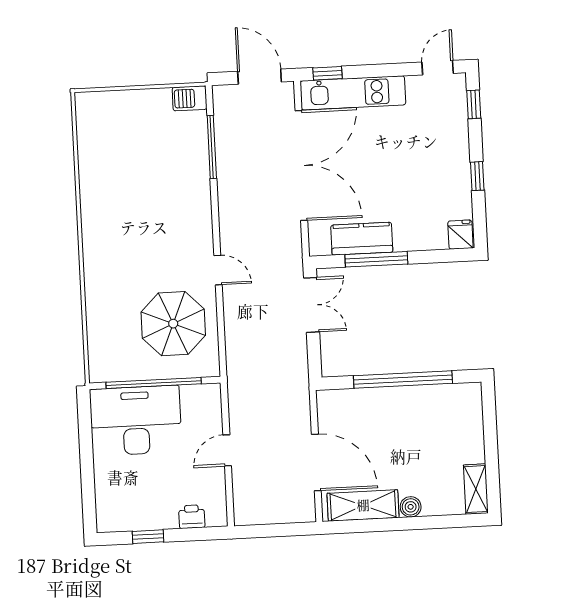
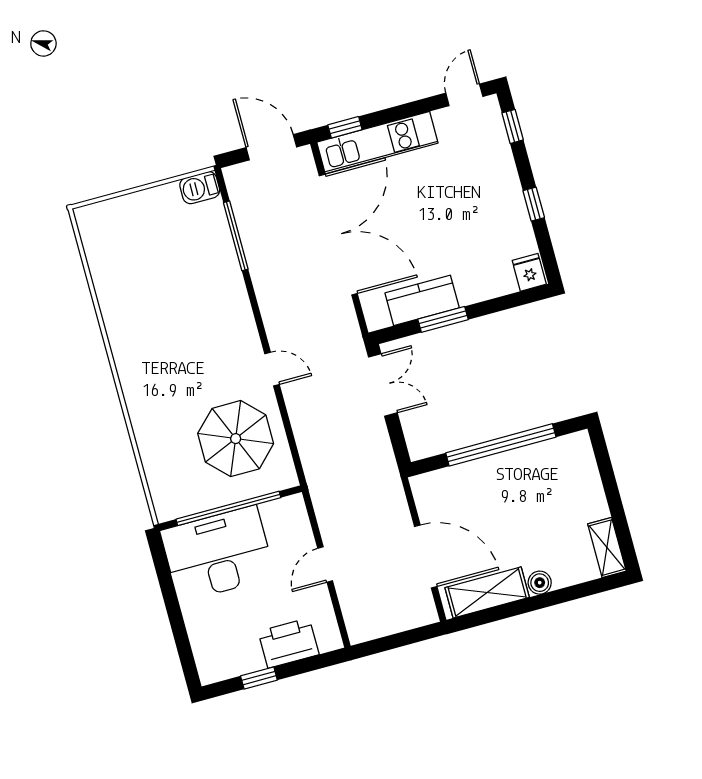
window: (376, 259) -> (443, 319), width x0.69
printer: (192, 517) -> (289, 643), width x1.87, depth x1.48

